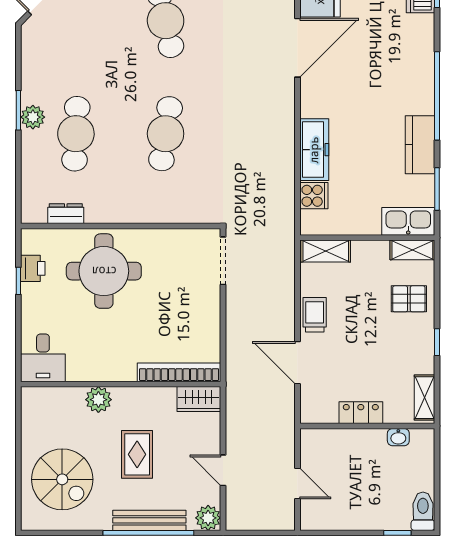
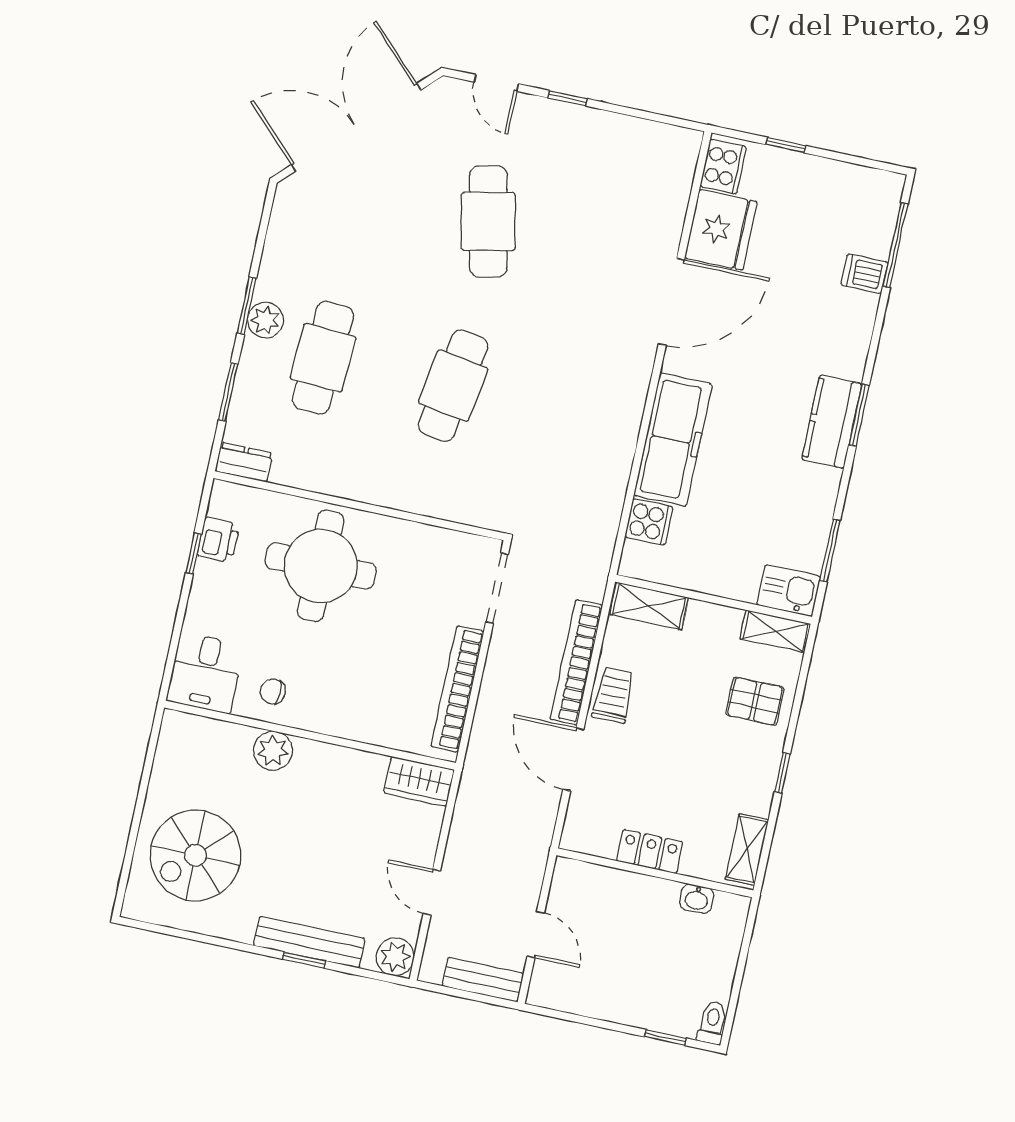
window: (437, 96) -> (859, 415), width x0.47
kitchen counter: (420, 145) -> (832, 422), moved
freezer: (314, 150) -> (673, 440), width x1.36, depth x1.26
window: (18, 170) -> (228, 392), added
dresser: (66, 214) -> (244, 462), moved
kitchen sink: (408, 221) -> (789, 591), width x0.73
bookcase: (286, 298) -> (576, 662), added
chair: (90, 360) -> (273, 691), added
bookcase: (179, 372) -> (457, 689), moved, turned -90
rug: (137, 454) -> (312, 842), removed
spiral stairs: (62, 479) -> (195, 855), turned 90
toilet: (423, 511) -> (712, 1023), width x0.73, depth x0.72
bench: (269, 521) -> (483, 980), added
window: (148, 533) -> (304, 960), width x0.32

